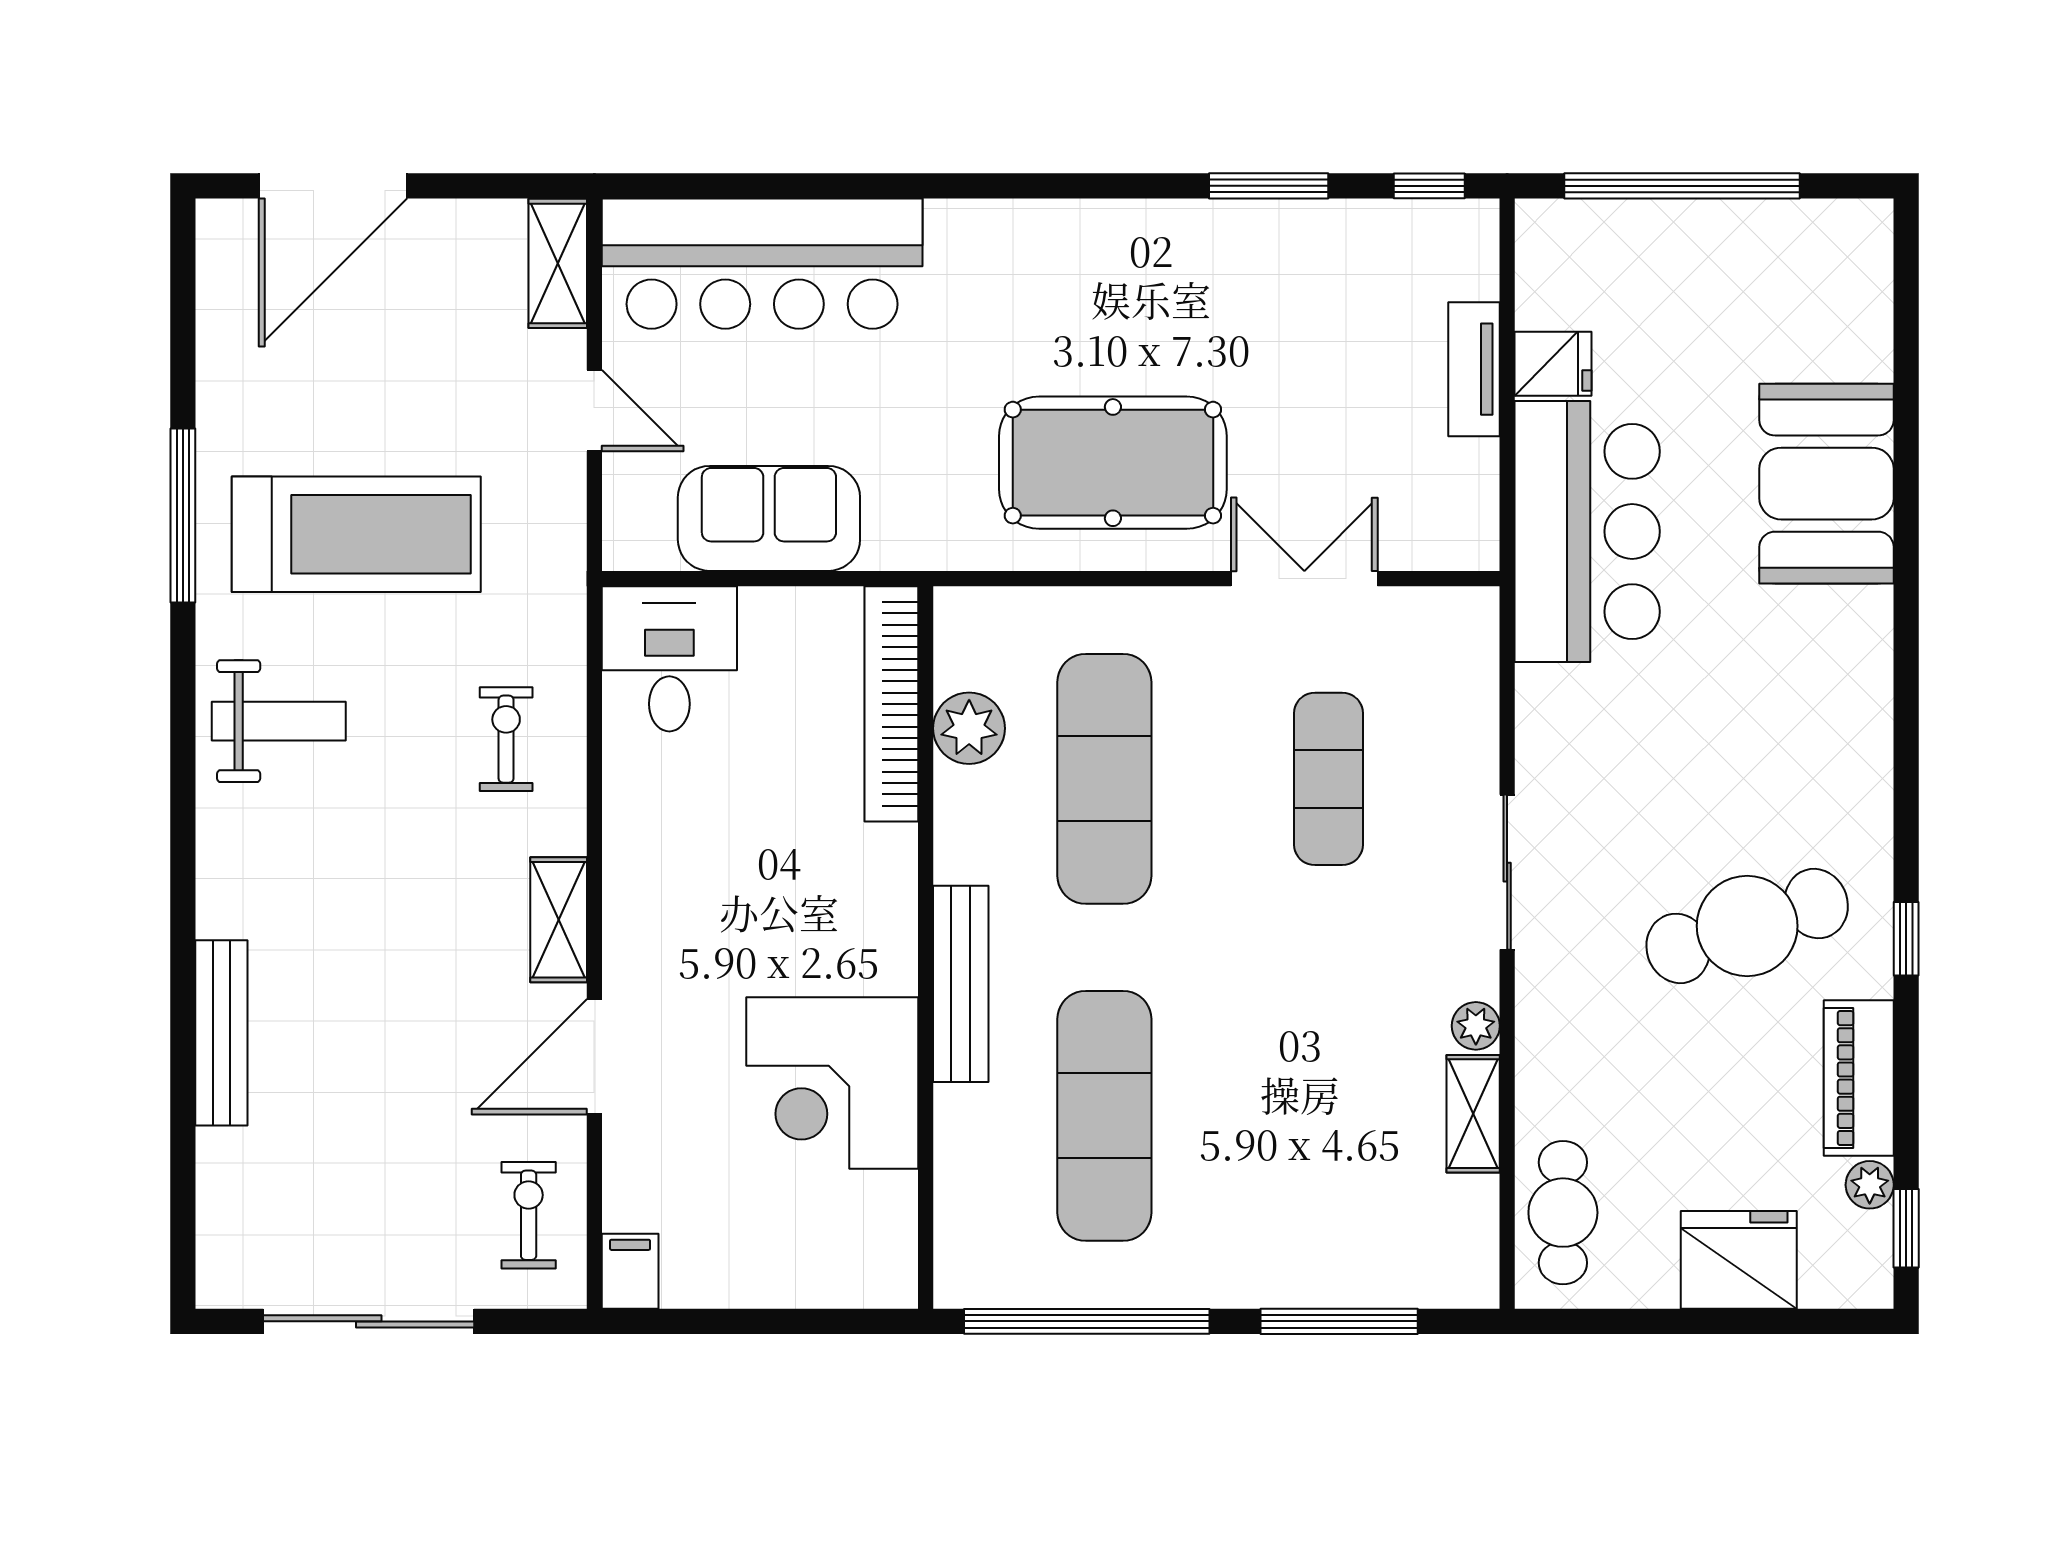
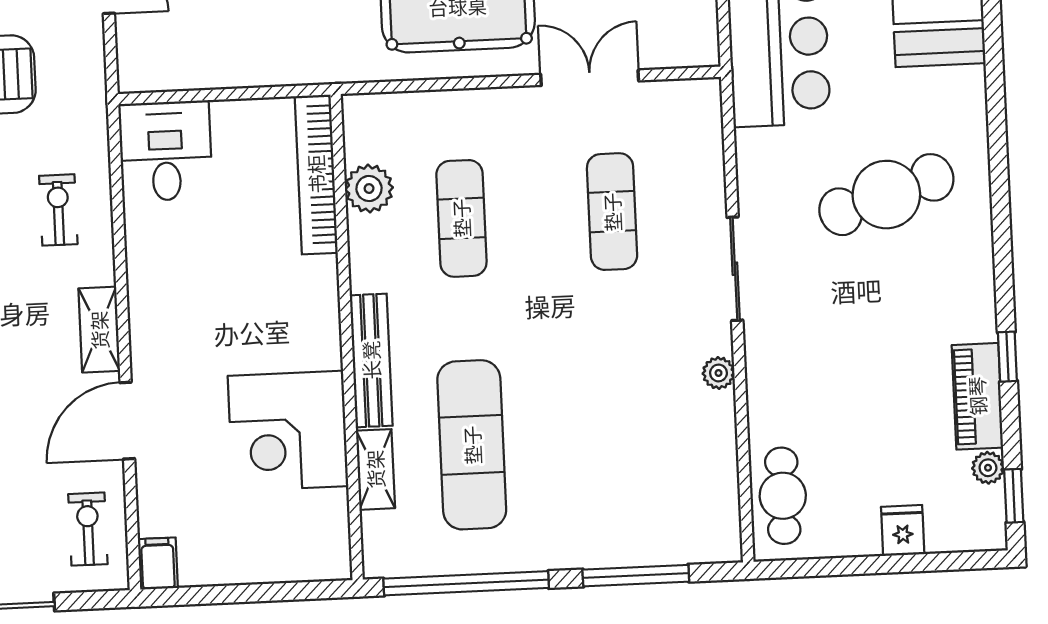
sofa: (769, 518) -> (228, 54), removed
exercise mat: (1104, 779) -> (461, 218), width x0.73, depth x0.69
cafe table: (1747, 926) -> (886, 195), moved
window: (1906, 939) -> (1007, 357), moved
shelving: (1473, 1114) -> (375, 469), moved
fridge: (1739, 1260) -> (903, 530), width x0.53, depth x0.75

